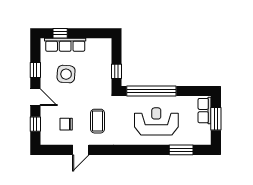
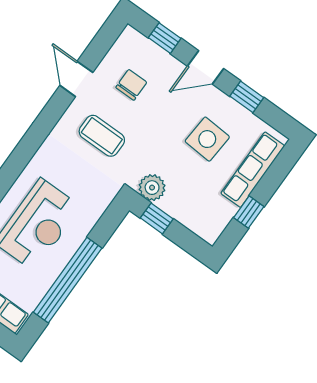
window: (60, 33) -> (249, 212), moved
plant: (104, 83) -> (152, 188), added
window: (151, 91) -> (68, 280), moved

